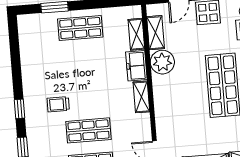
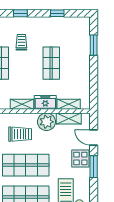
shop shelf: (80, 28) -> (51, 63), moved
window: (15, 59) -> (57, 13), added
trolley: (182, 96) -> (20, 134), added

